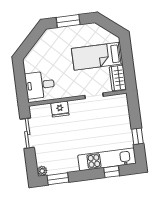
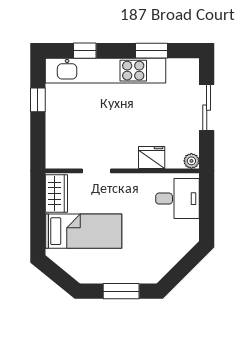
sliding door: (27, 133) -> (207, 108), moved
kitchen unit: (107, 159) -> (106, 71), width x1.36
plant: (42, 171) -> (191, 161), moved
window: (58, 179) -> (151, 51), moved

